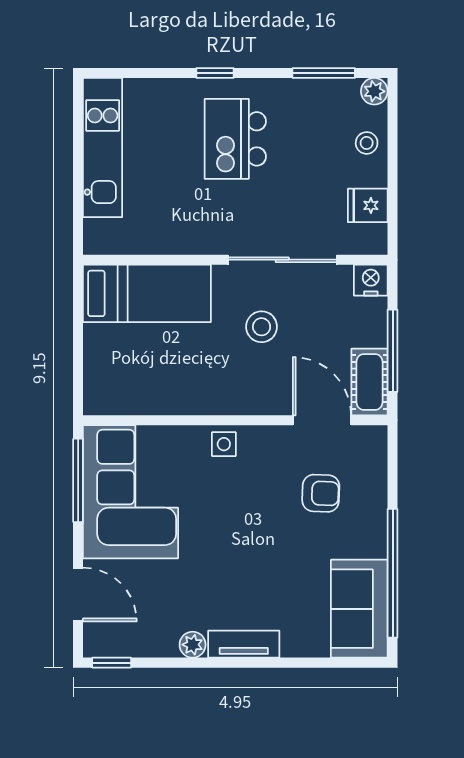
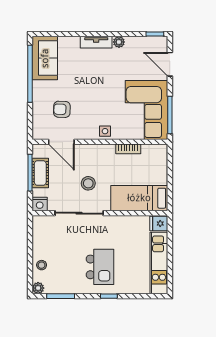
fridge: (368, 205) -> (159, 223), moved, turned 180
cot: (369, 382) -> (40, 173), moved
bookcase: (172, 404) -> (128, 149), added

